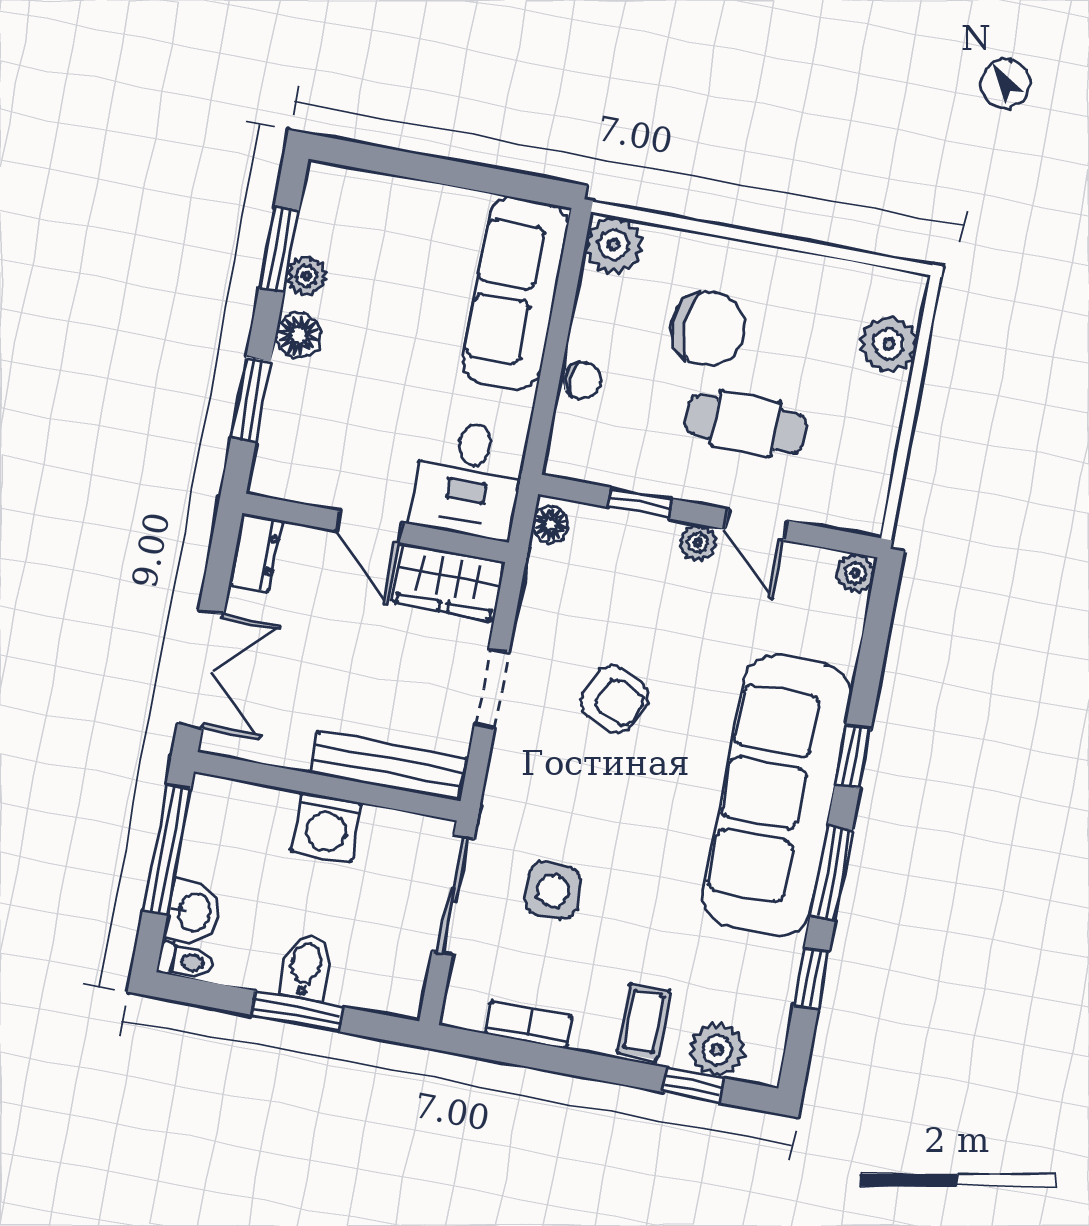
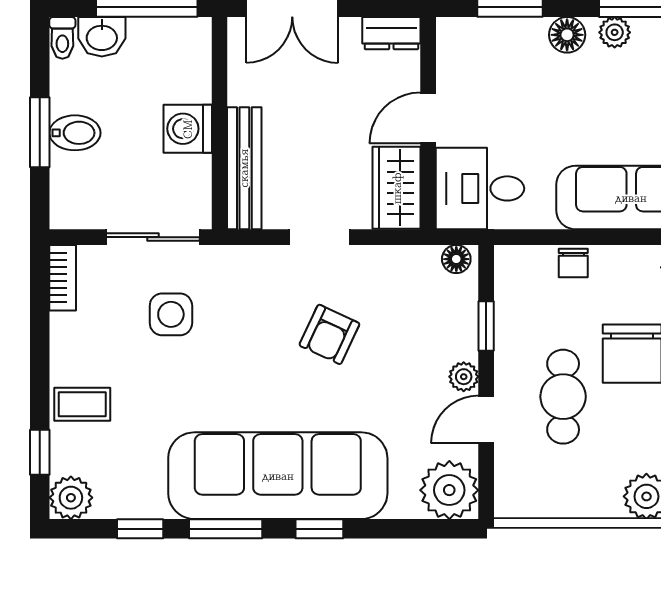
plant: (855, 573) -> (449, 490), width x1.88, depth x1.88
bookcase: (529, 1025) -> (63, 278), moved
plant: (717, 1050) -> (71, 498), moved

